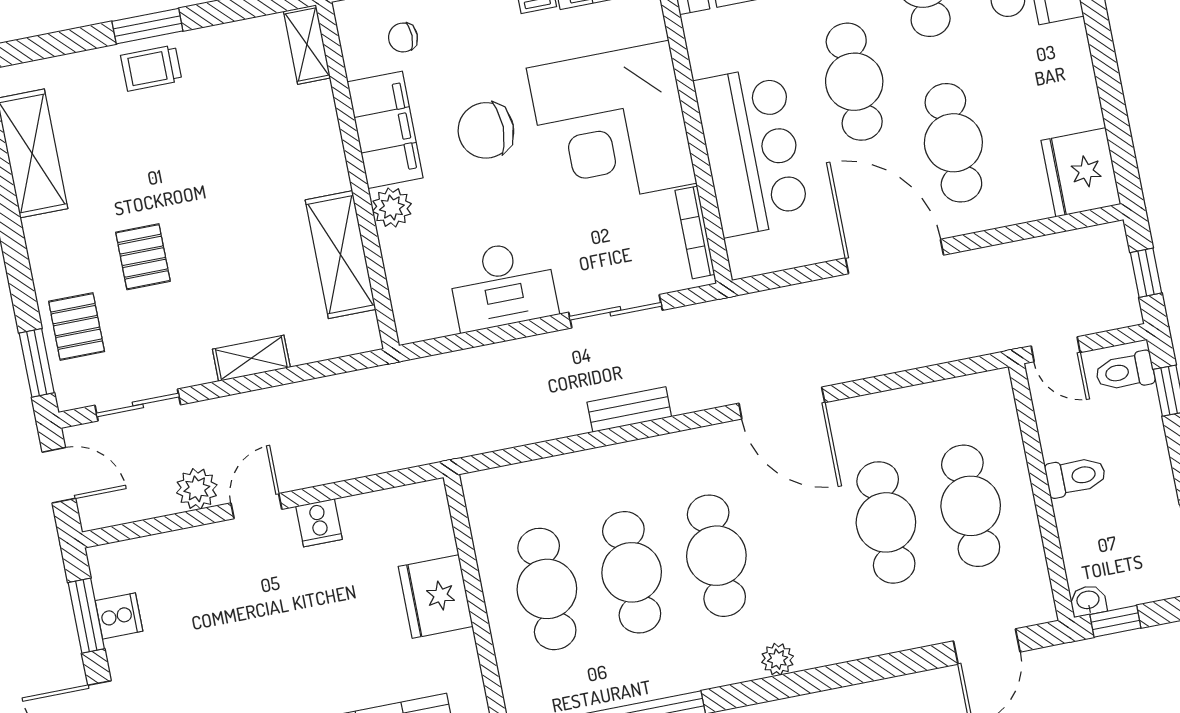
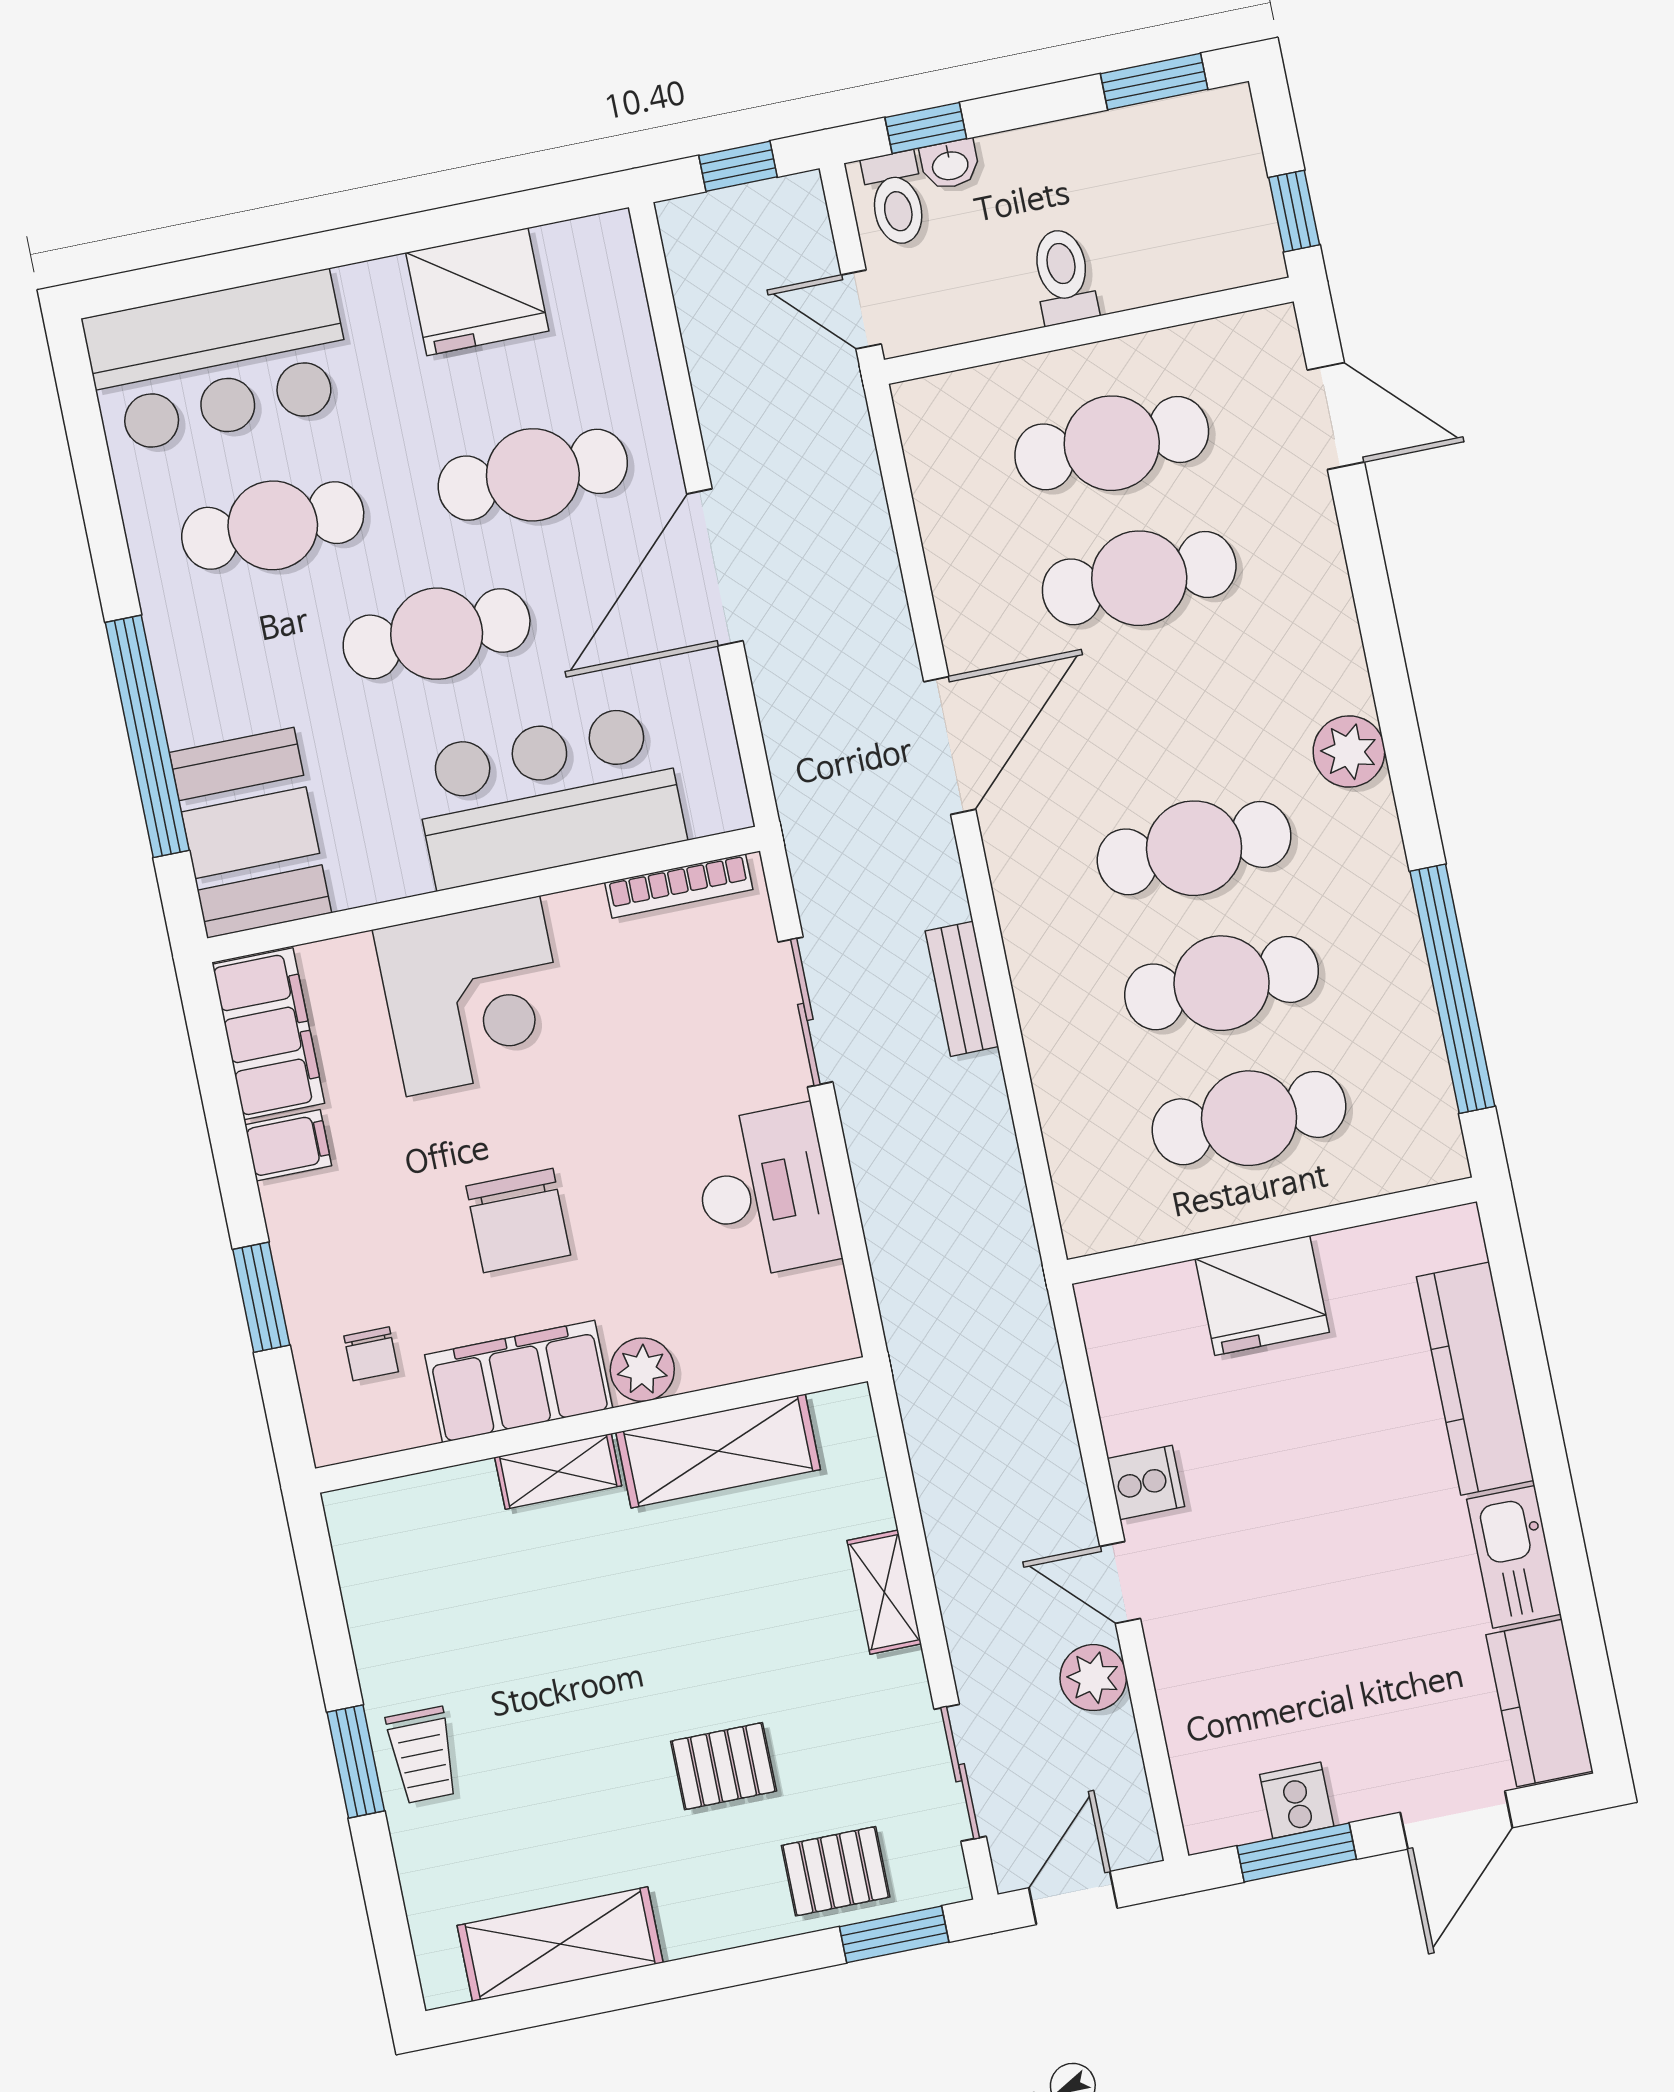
shelving: (307, 44) -> (558, 1471), moved
corner desk: (612, 126) -> (473, 996), width x0.74, depth x0.74
fridge: (1081, 172) -> (477, 292), moved
door: (1056, 349) -> (861, 309), swing flipped
washbasin: (1088, 601) -> (950, 164), moved, turned -90
plant: (778, 659) -> (1349, 752), width x1.38, depth x1.38

